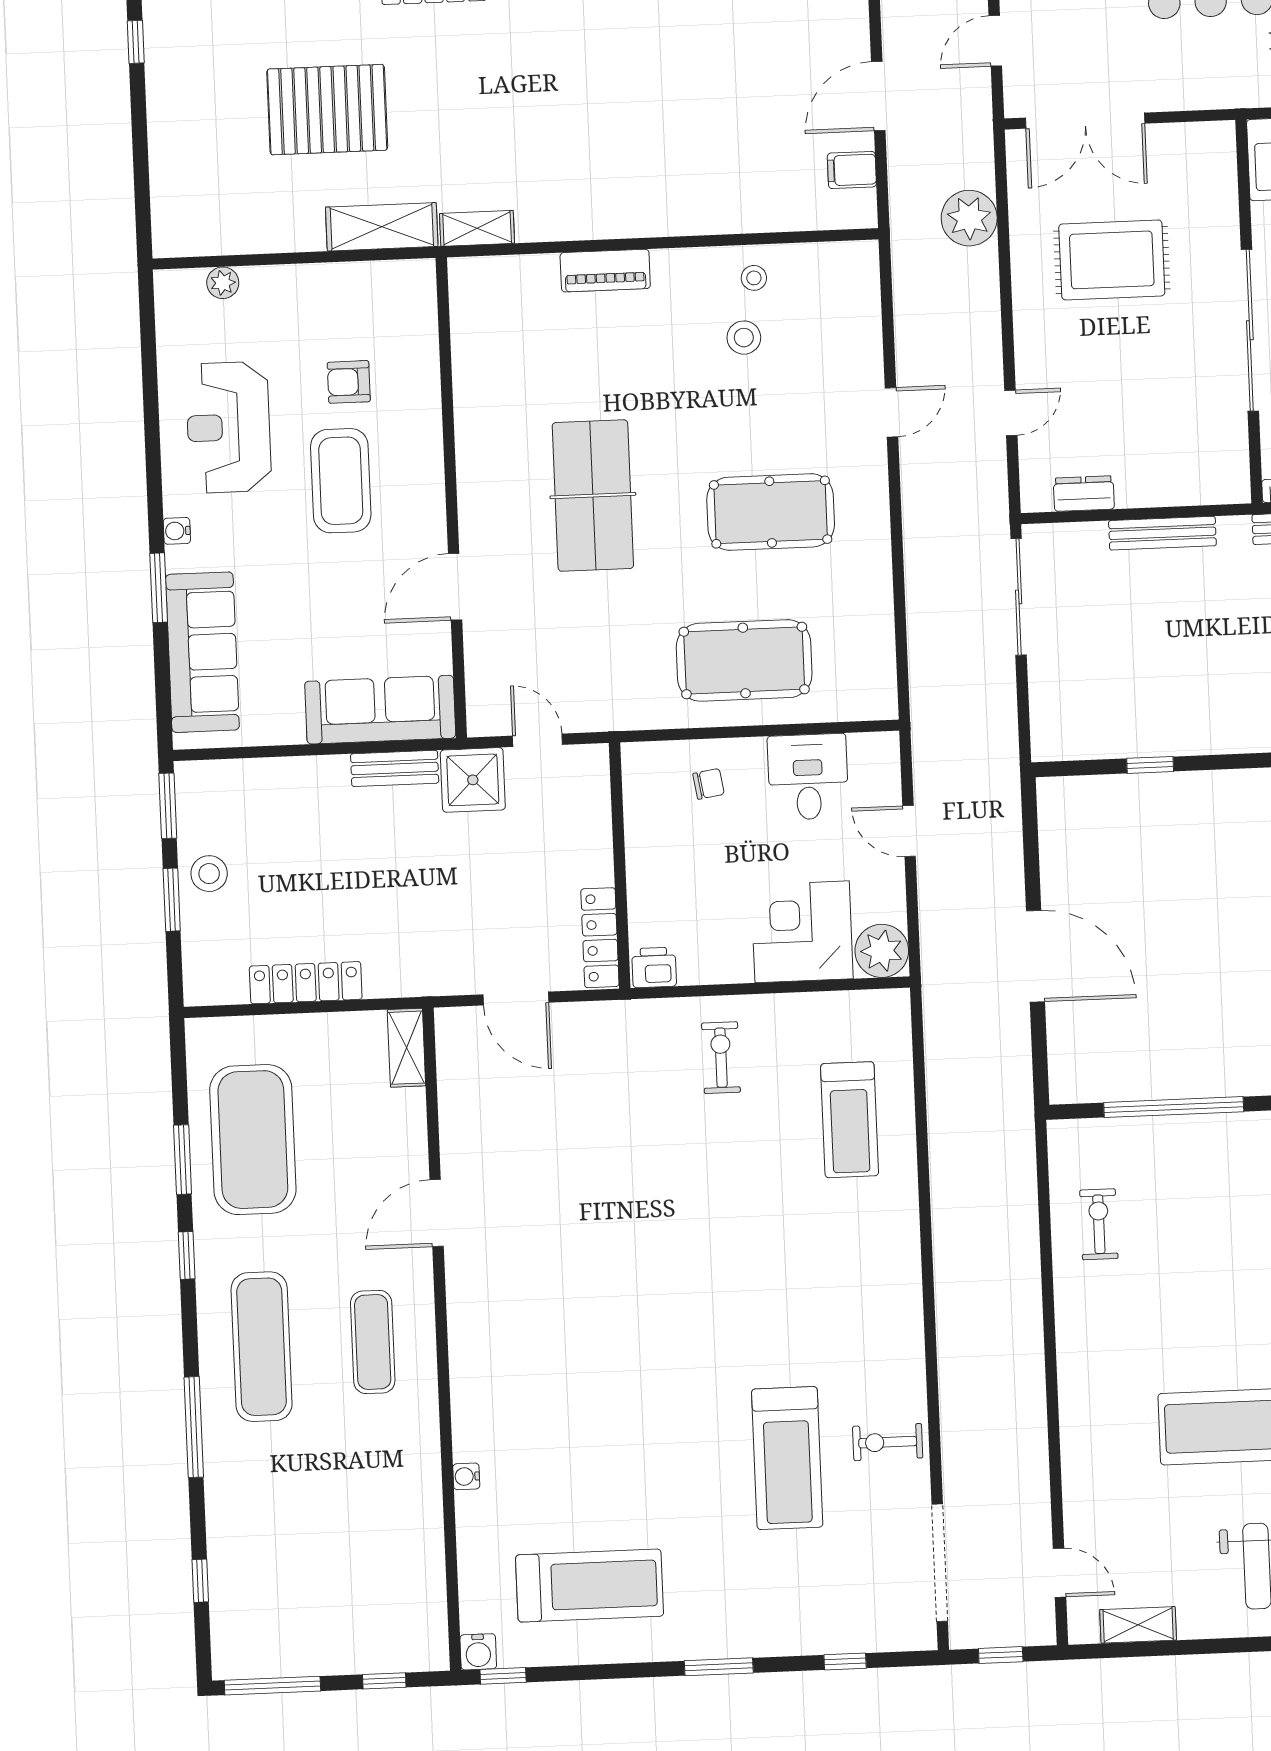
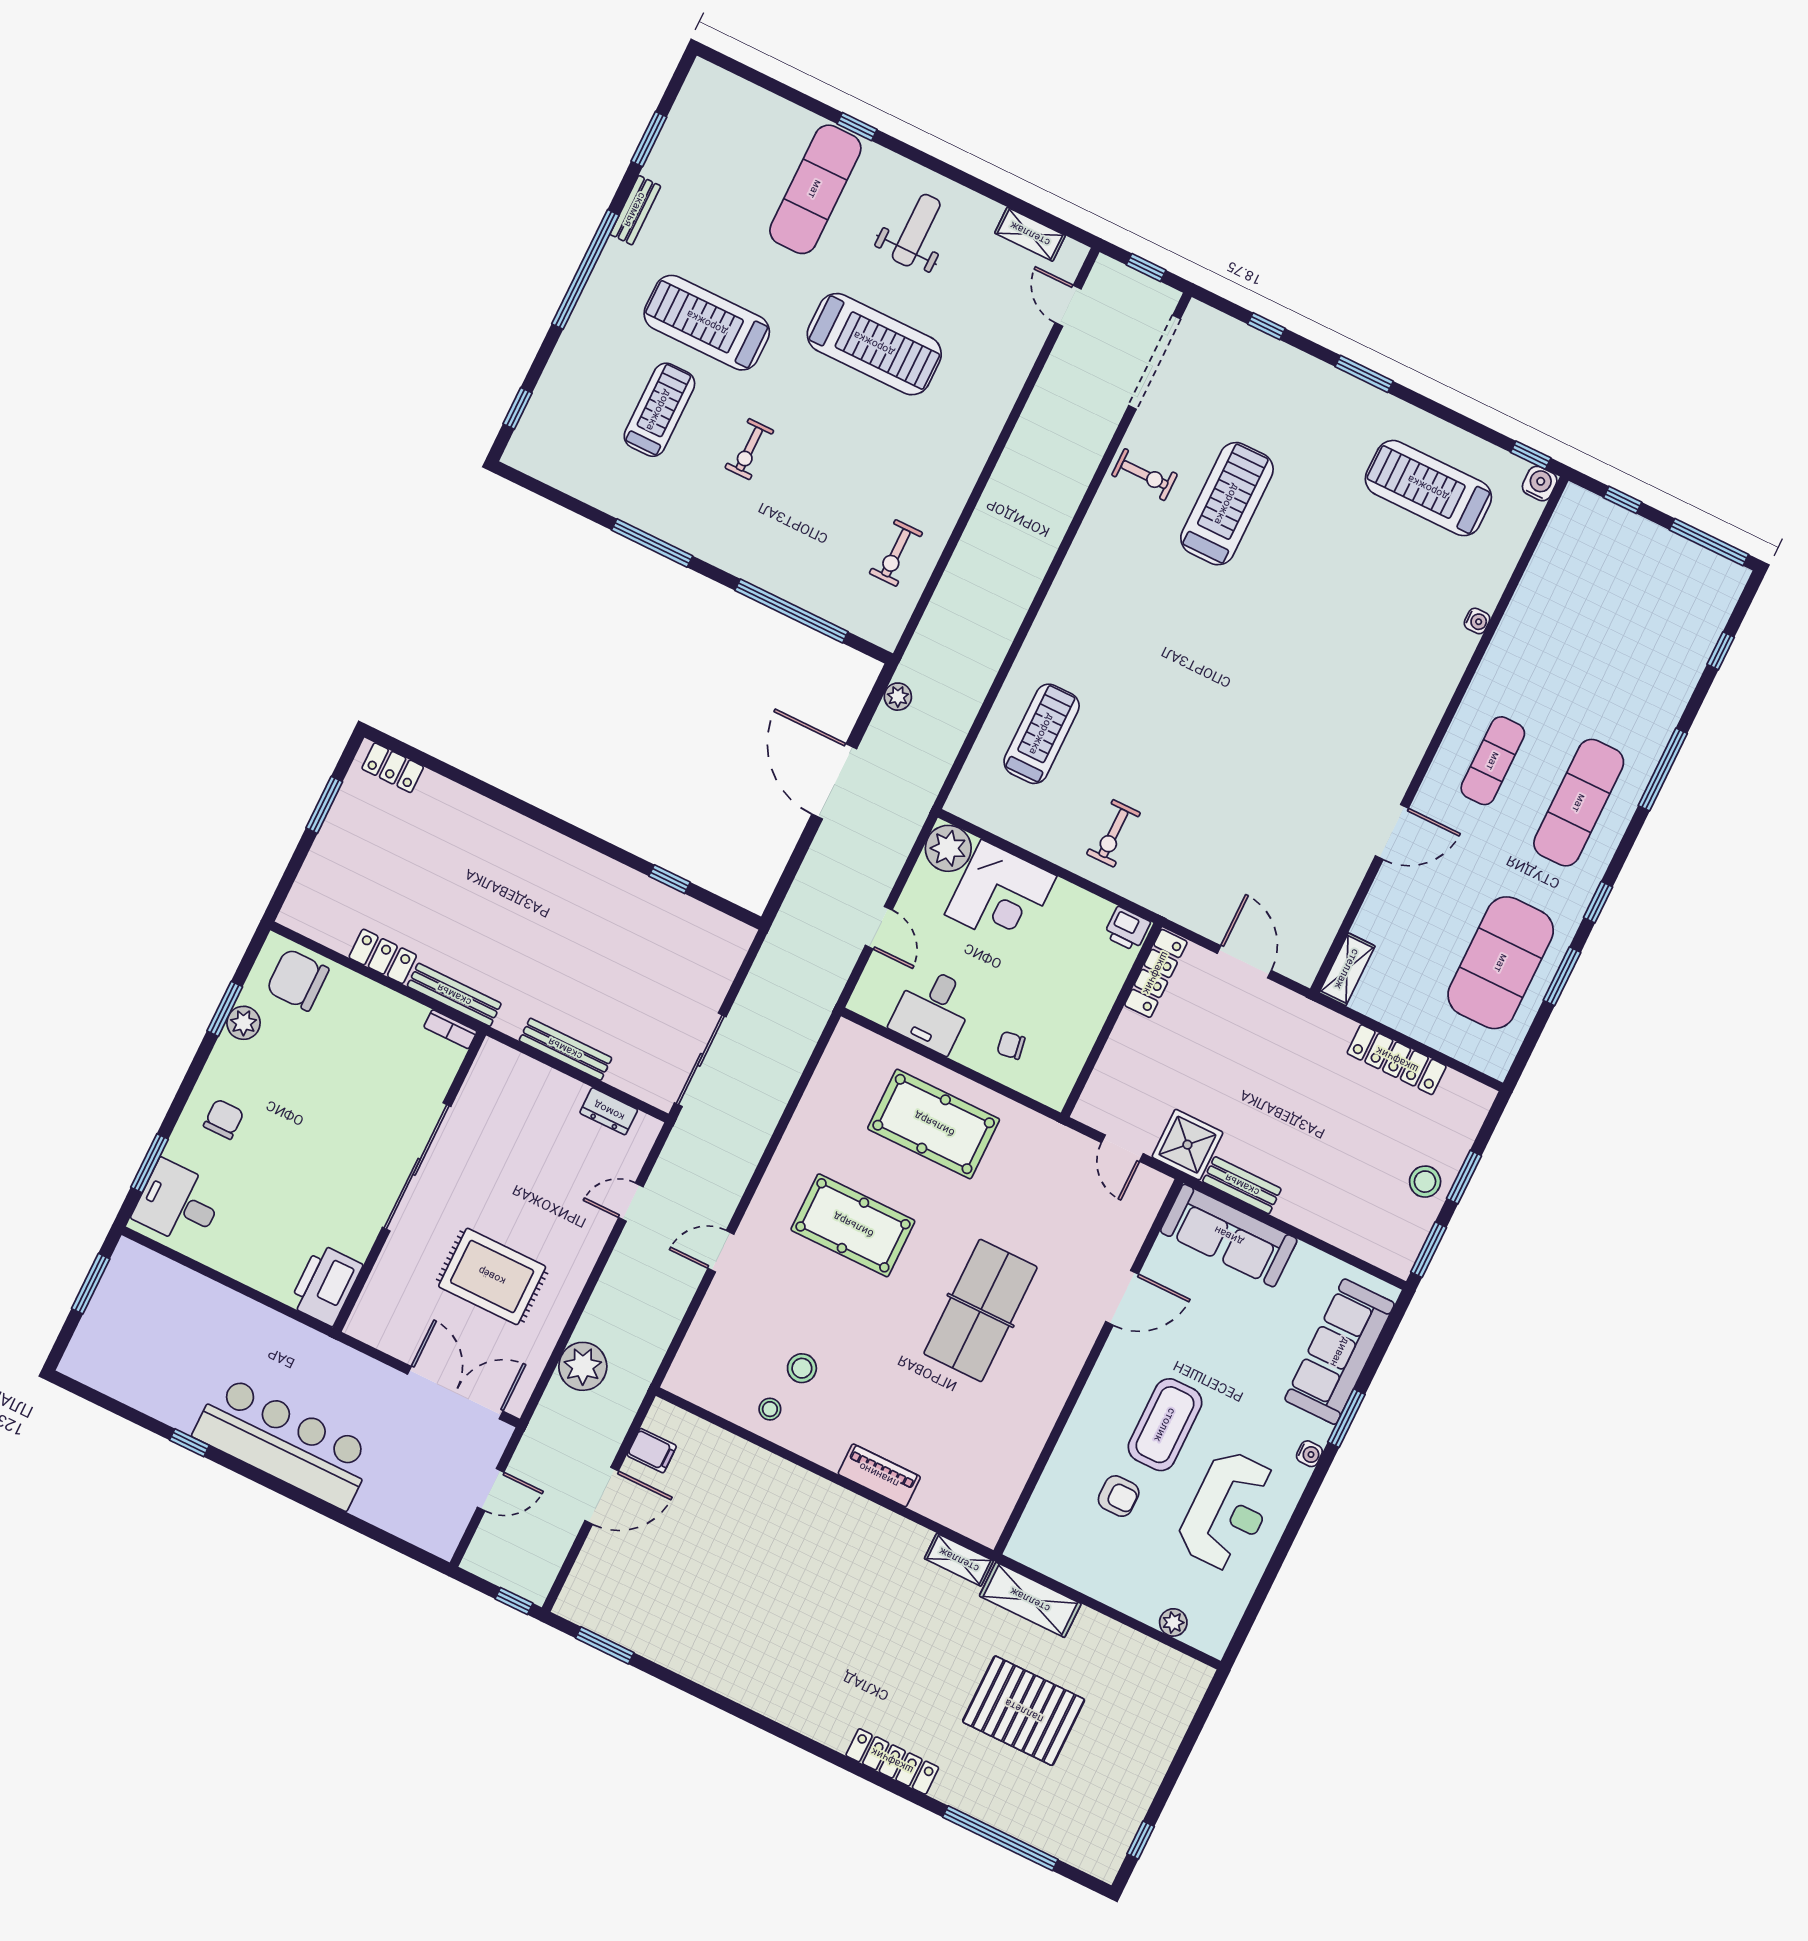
plant: (1017, 1078) -> (898, 697), added

